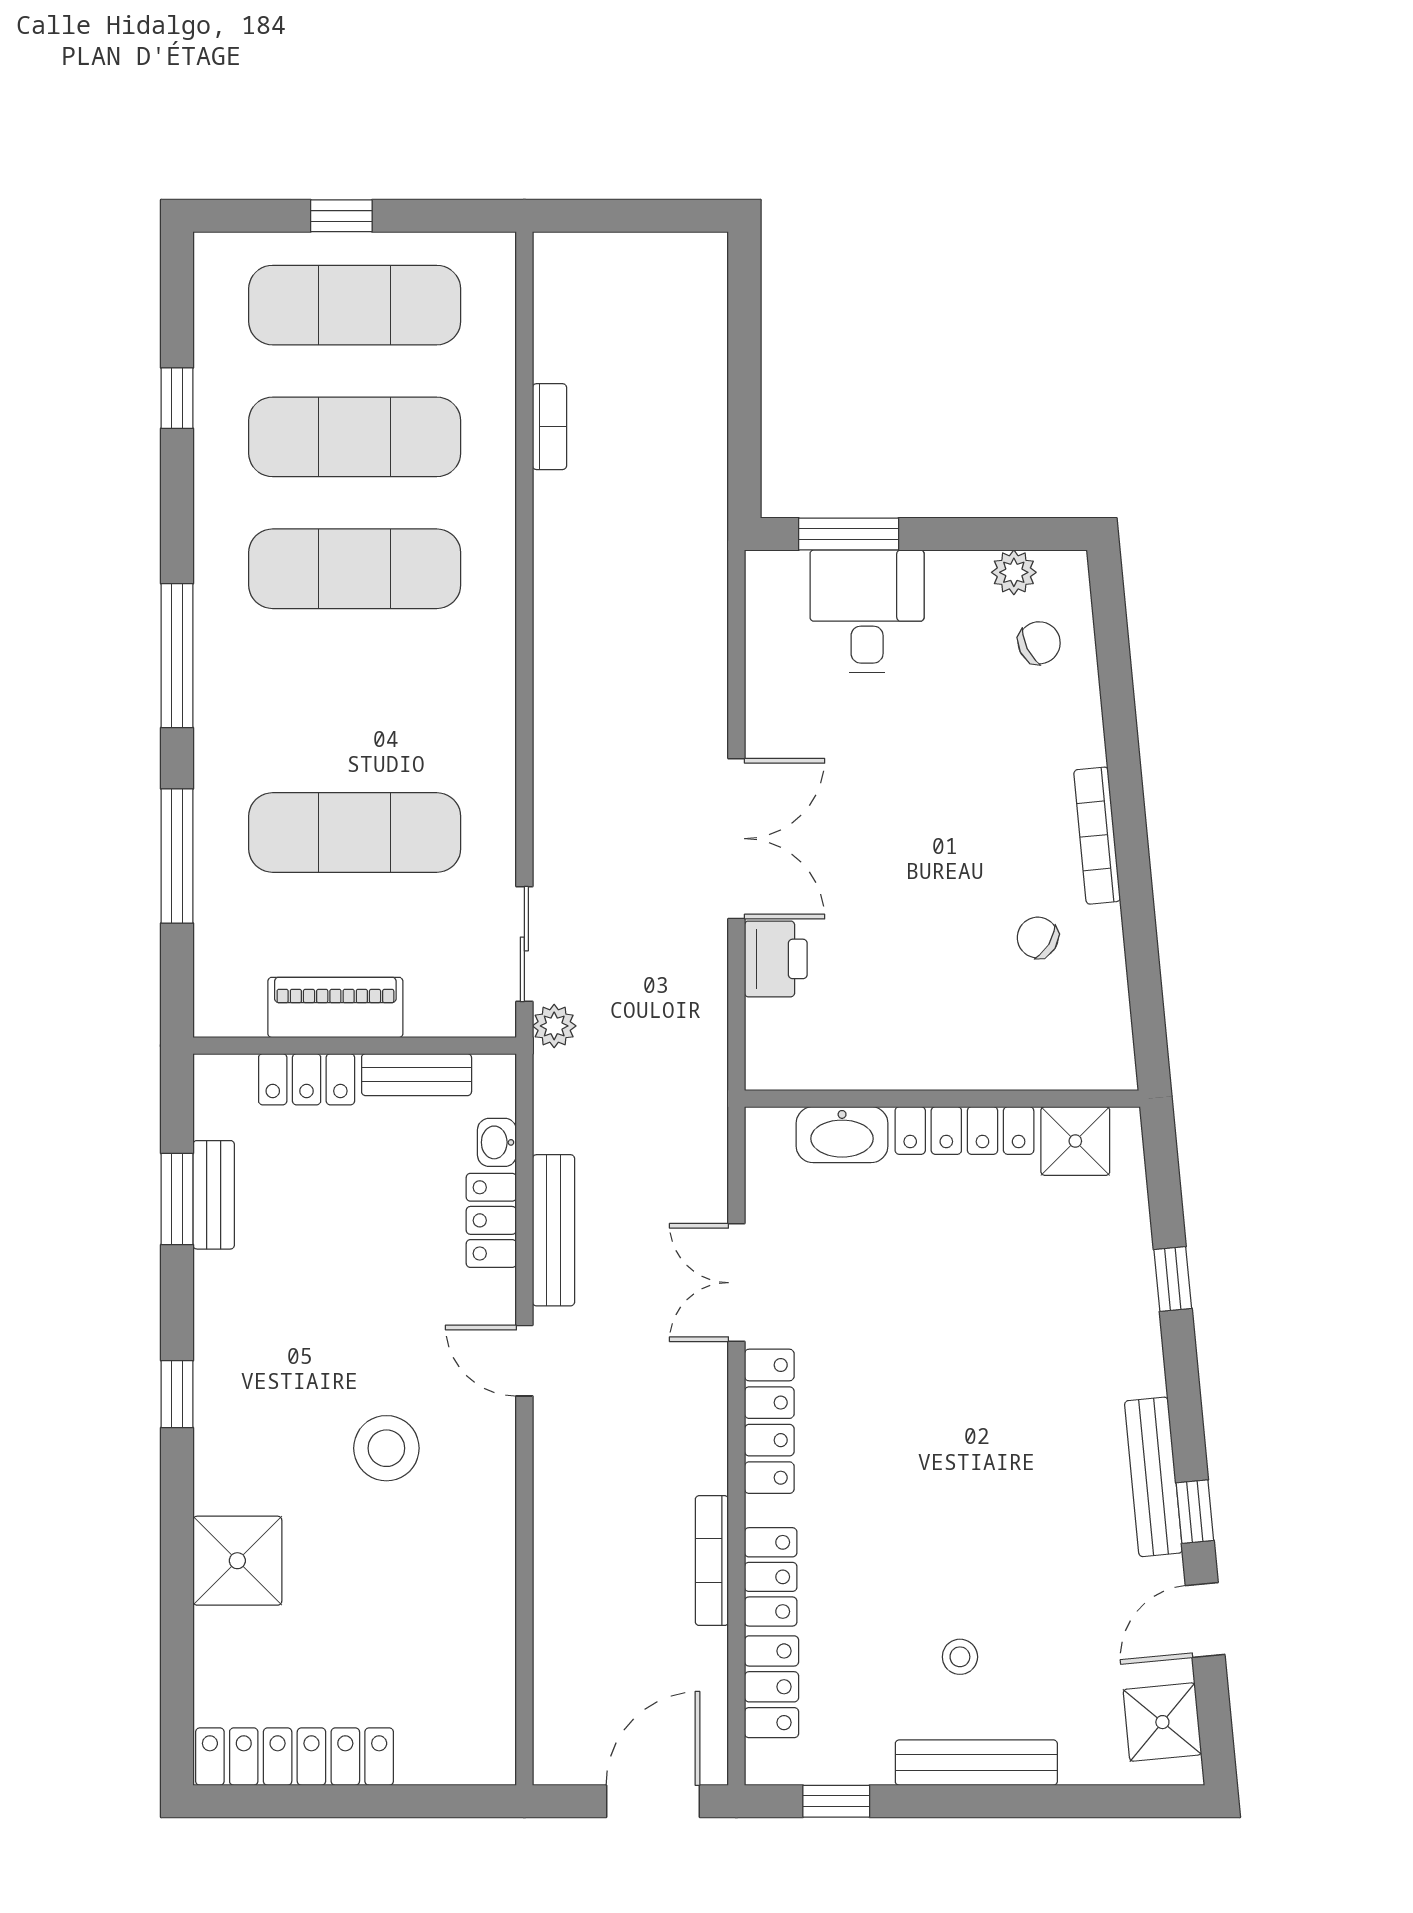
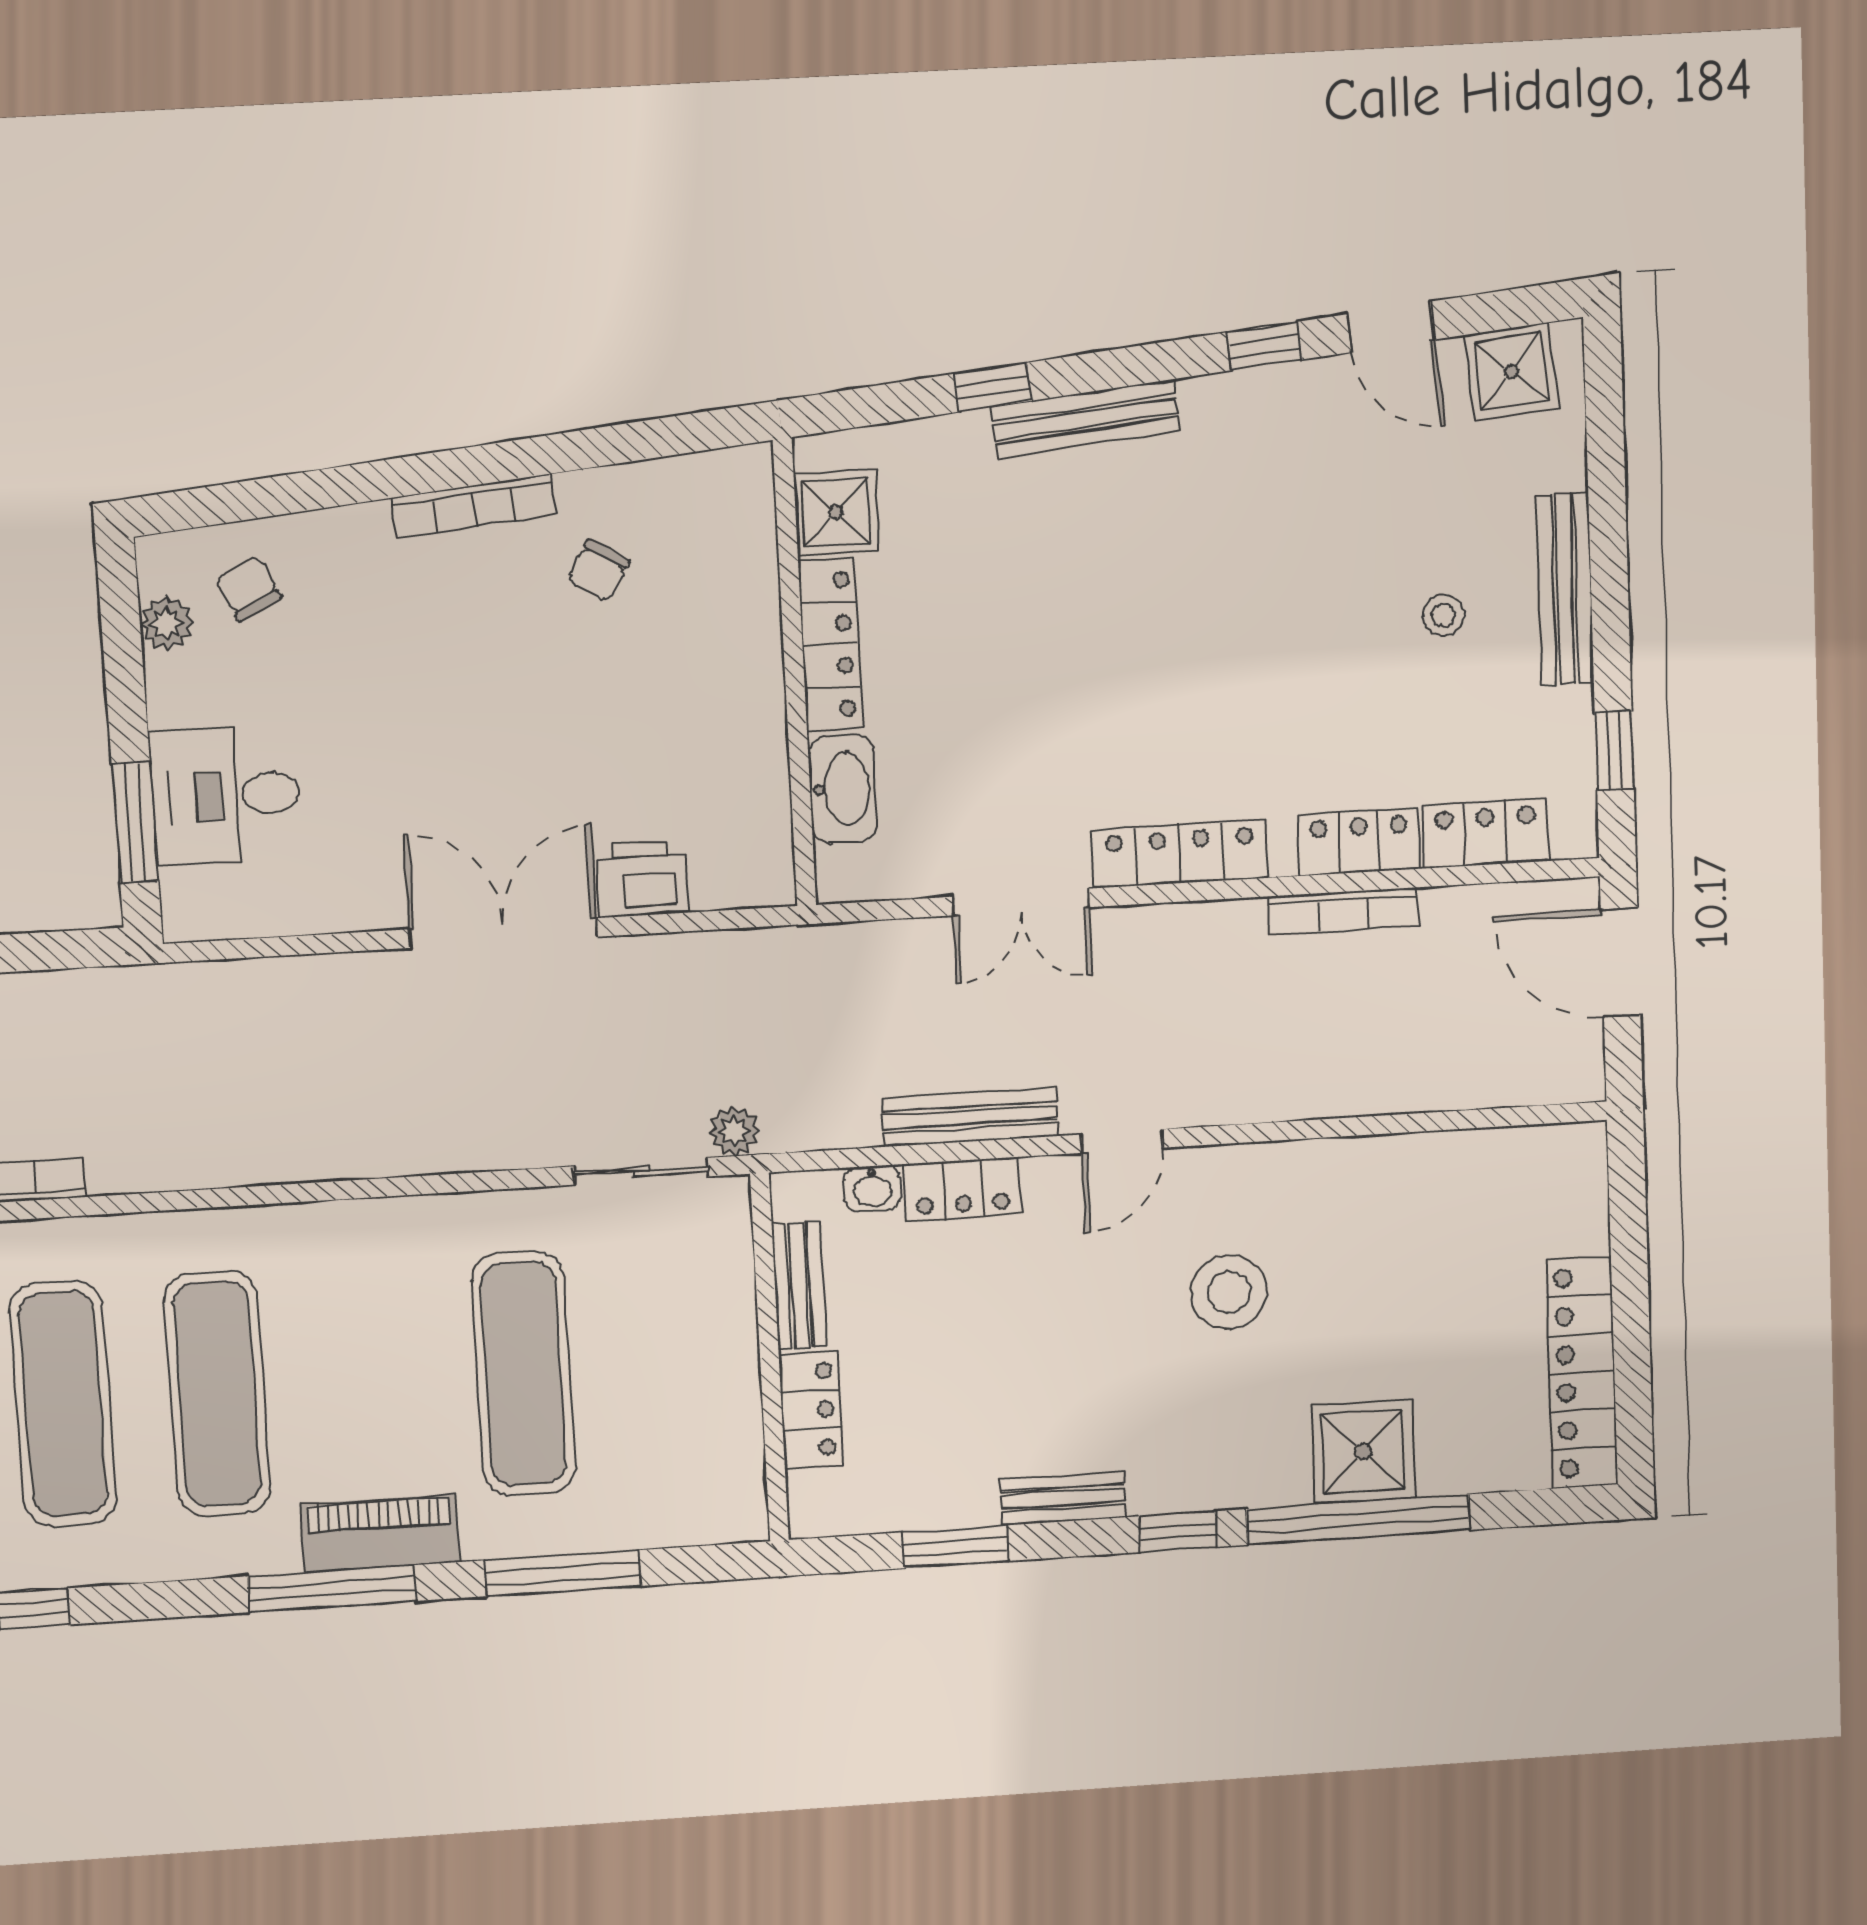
piano: (335, 1007) -> (380, 1533), moved, turned 90
bench: (214, 1195) -> (1063, 1498), moved
bench: (1154, 1477) -> (1086, 419), moved
window: (177, 1554) -> (1358, 1520), added

